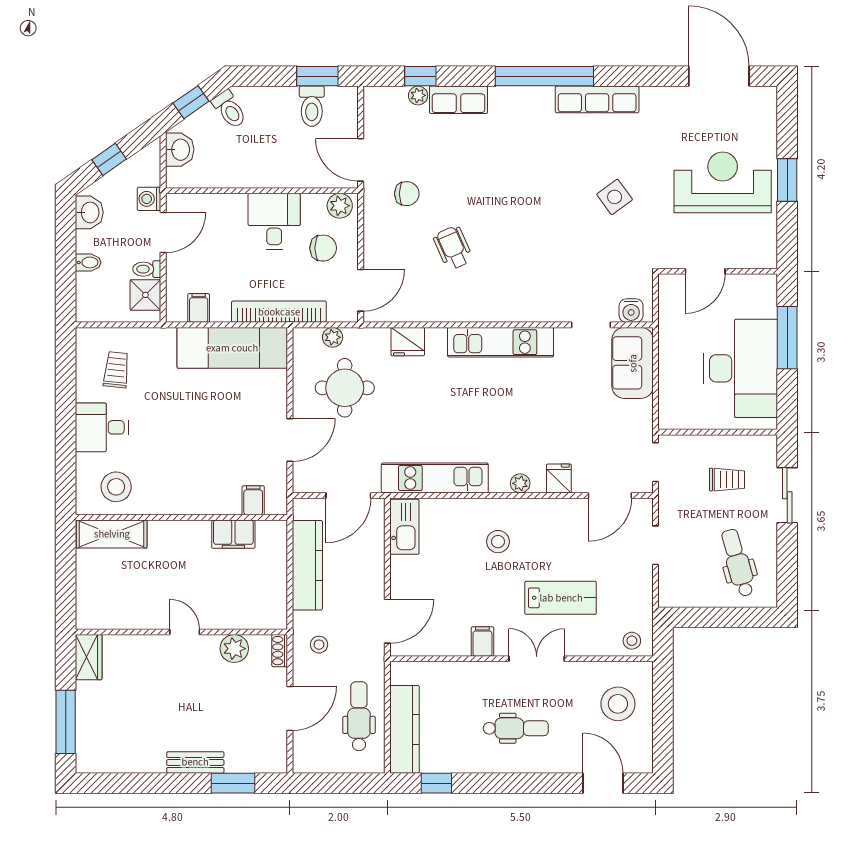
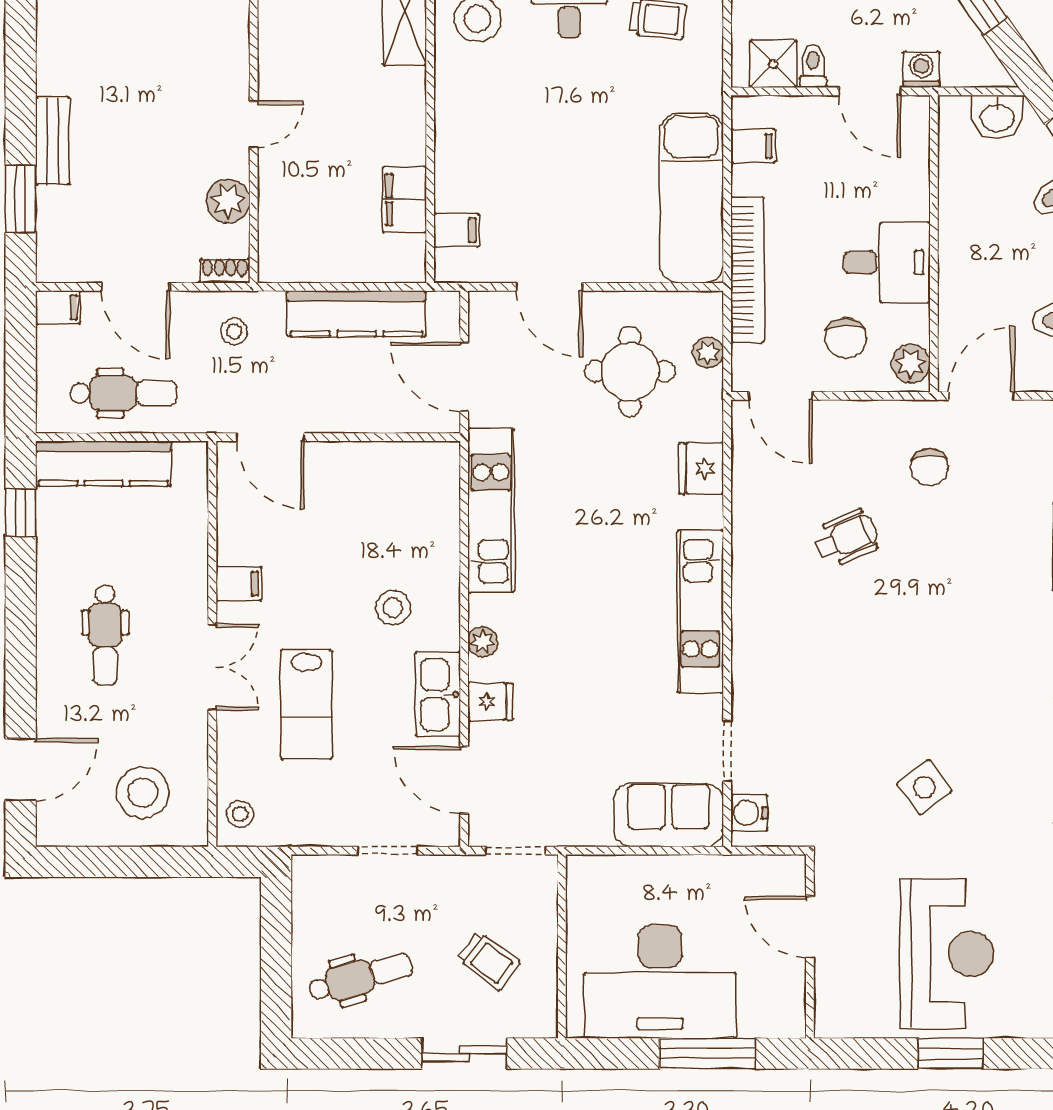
trolley: (727, 480) -> (489, 961), turned -53
kitchen sink: (404, 527) -> (438, 694), moved, turned 90
filing cabinet: (303, 759) -> (58, 307), added

